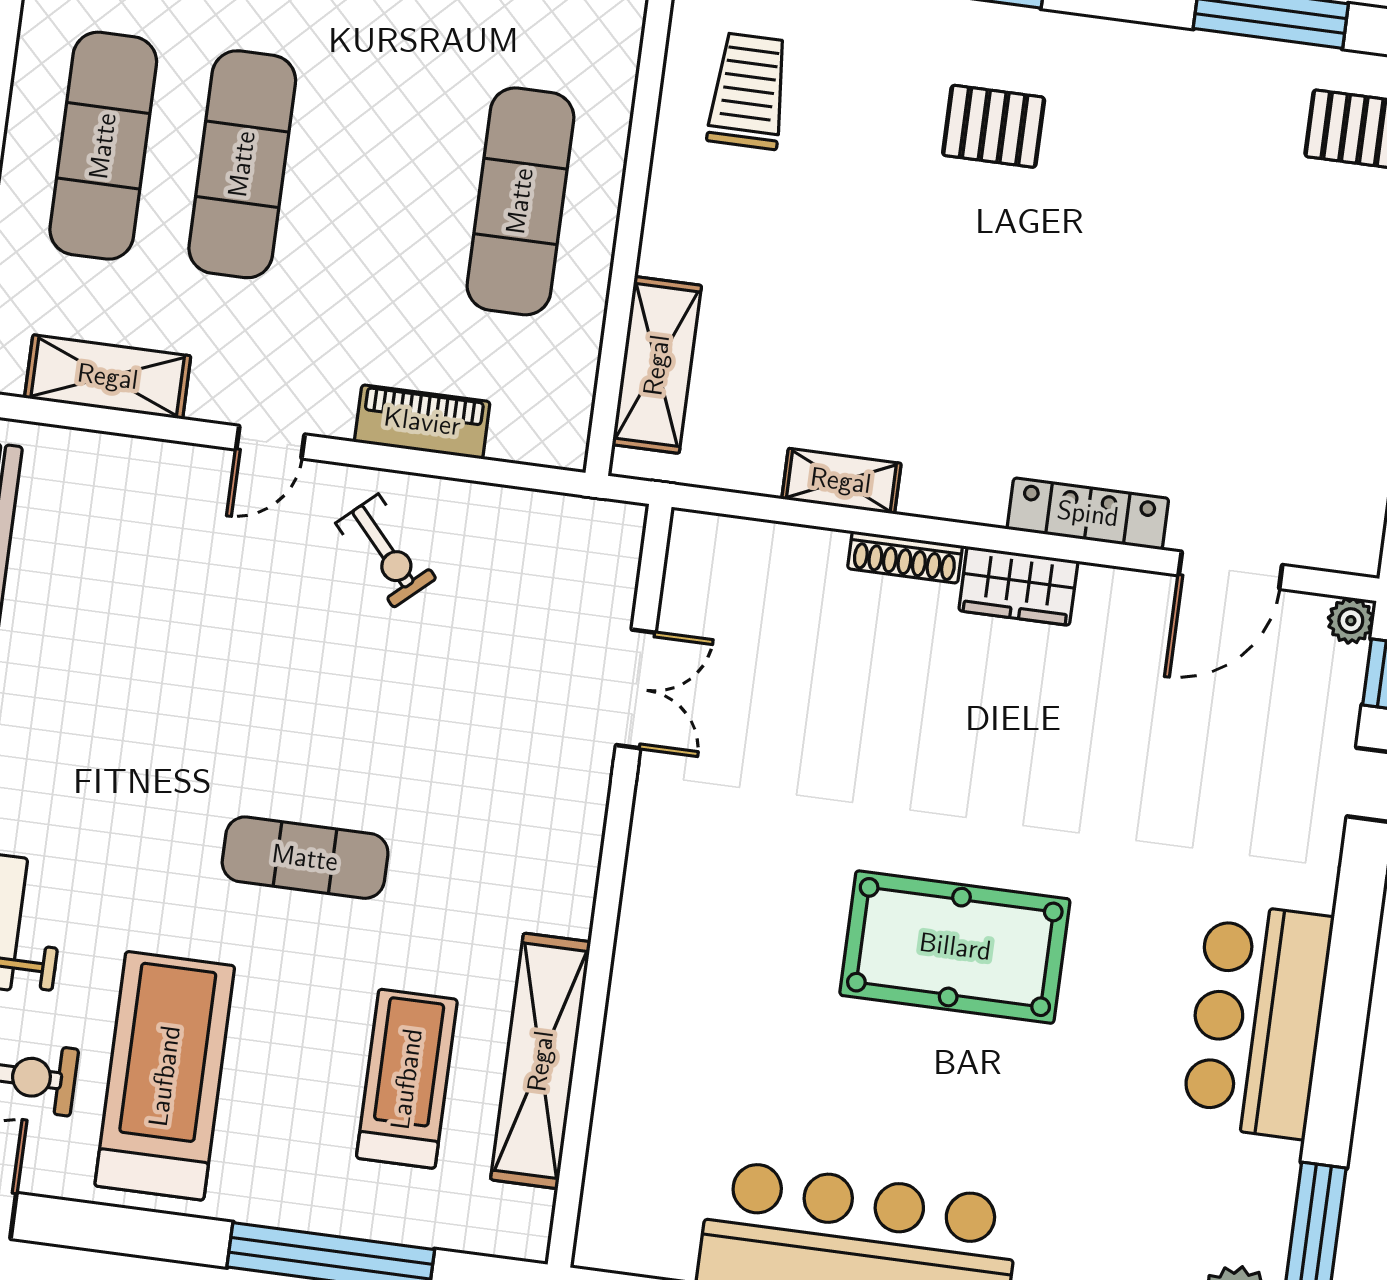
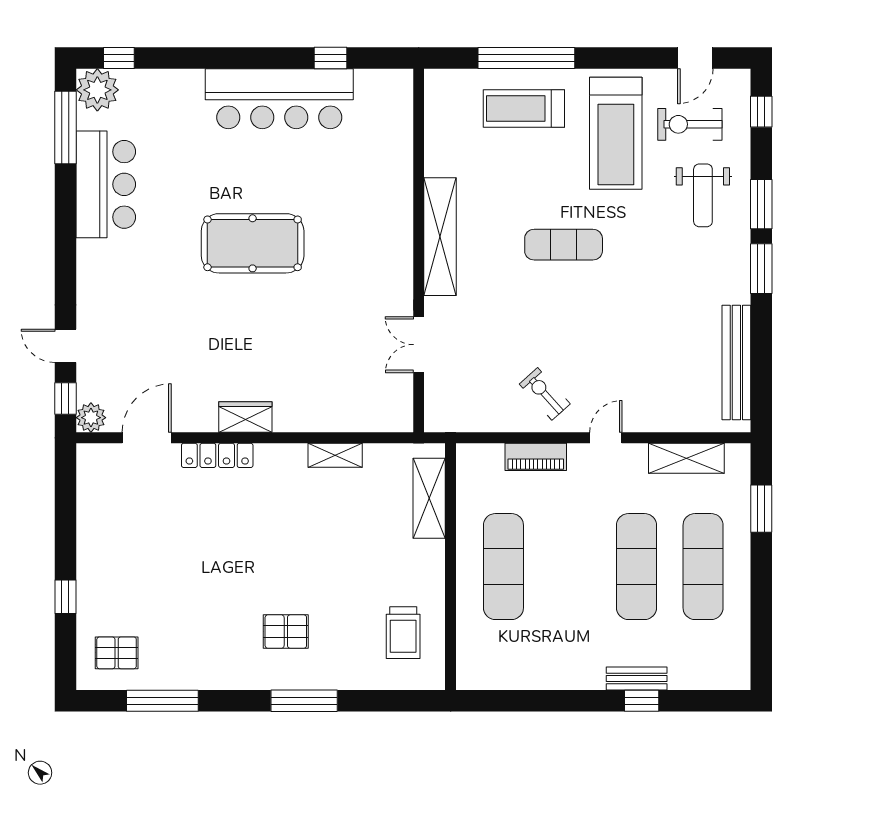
shoe rack: (905, 557) -> (300, 423), removed
plant: (1351, 621) -> (91, 418), width x1.38, depth x1.38
bar counter: (1257, 1020) -> (106, 184), moved
shelving: (541, 1061) -> (440, 237), moved
treadmill: (407, 1079) -> (524, 109), moved, turned 90

